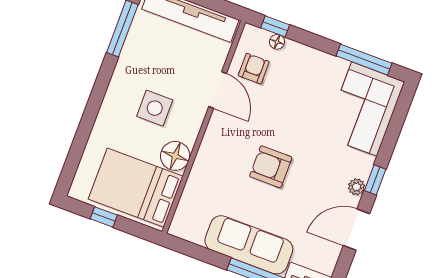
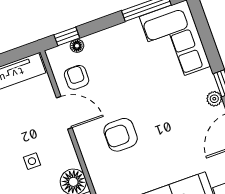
side table: (155, 108) -> (32, 161), width x0.54, depth x0.54
armchair: (271, 167) -> (121, 135), moved

